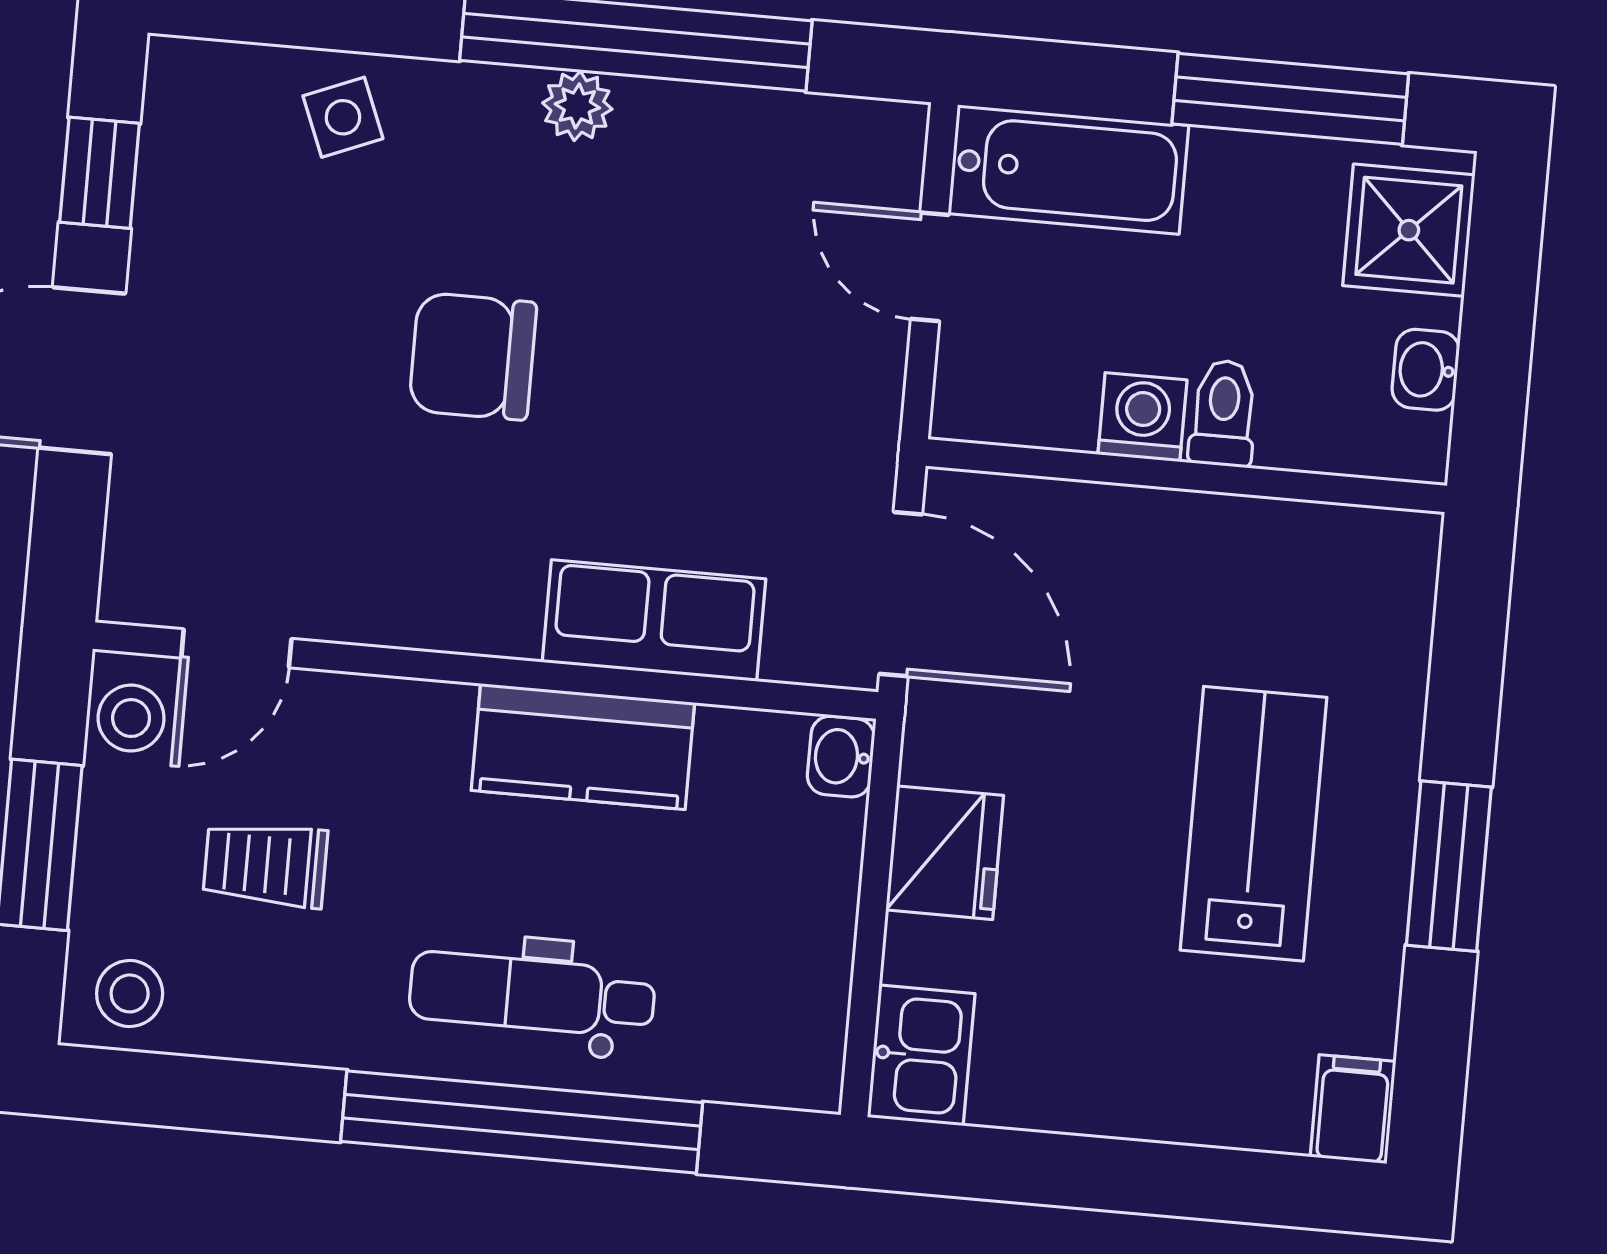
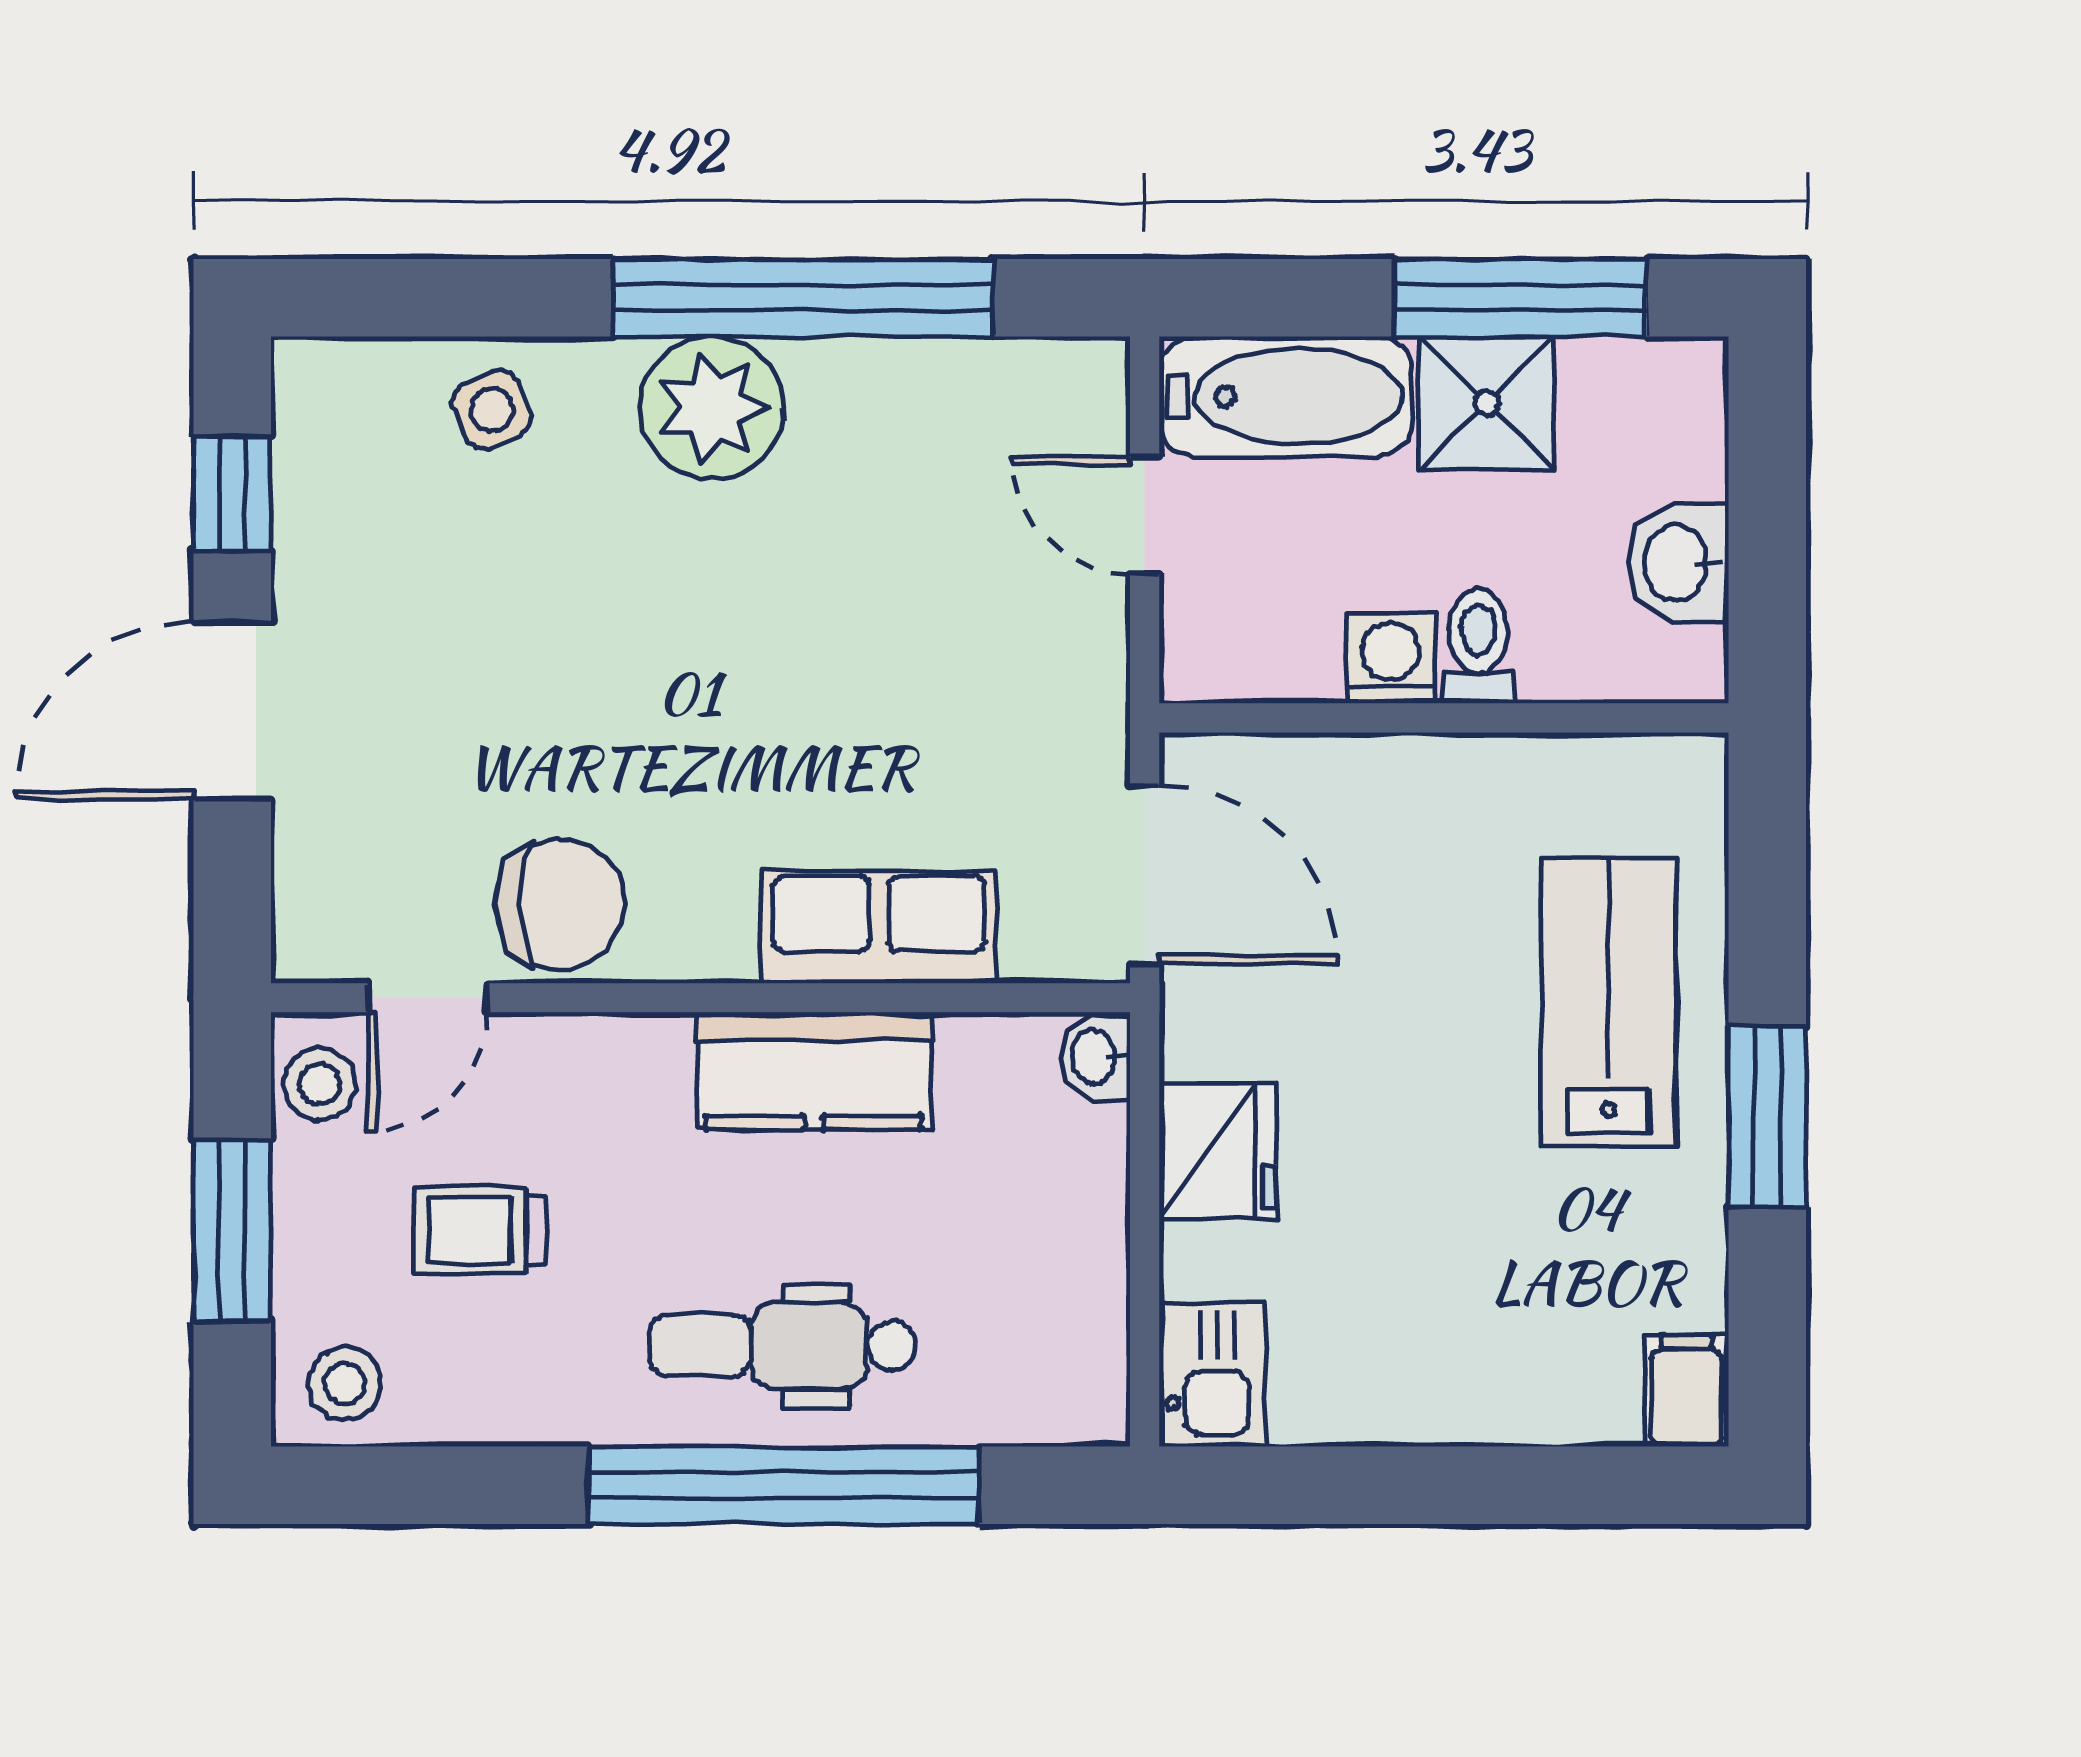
plant: (577, 106) -> (712, 408), width x1.88, depth x1.88
shower: (1409, 230) -> (1487, 403), moved
chair: (473, 356) -> (559, 905), moved, turned 180
washbasin: (1426, 370) -> (1678, 563), width x1.38, depth x1.45
lab bench: (1253, 824) -> (1608, 1003), moved

